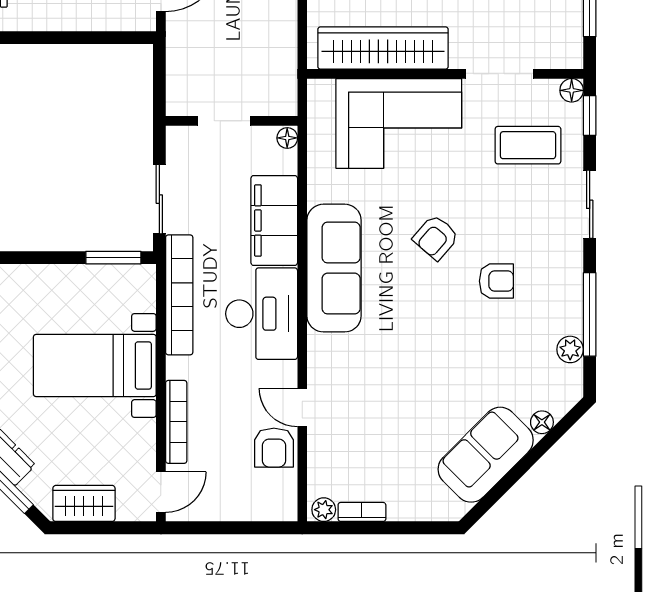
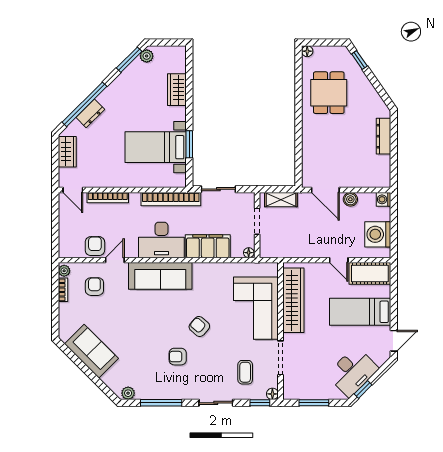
shelving: (180, 73) -> (281, 200), added
coffee table: (528, 145) -> (245, 372), width x0.73, depth x0.77
window: (113, 258) -> (189, 144), moved
sofa: (334, 268) -> (160, 276), moved
armchair: (496, 281) -> (178, 357), turned 90
plant: (570, 349) -> (128, 393), moved
bed with nightstands: (95, 365) -> (156, 147), moved, turned -90
floor lamp: (542, 422) -> (108, 379), removed
armchair: (274, 448) -> (95, 246), turned 90
armchair: (355, 449) -> (94, 287), added

